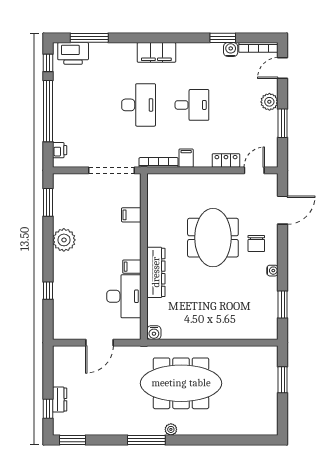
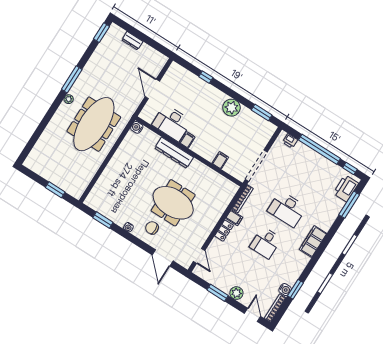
locker: (226, 161) -> (224, 231), moved
window: (48, 409) -> (131, 30), removed

